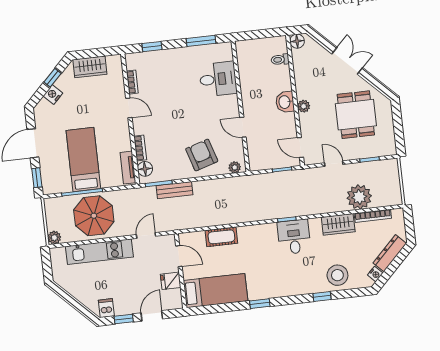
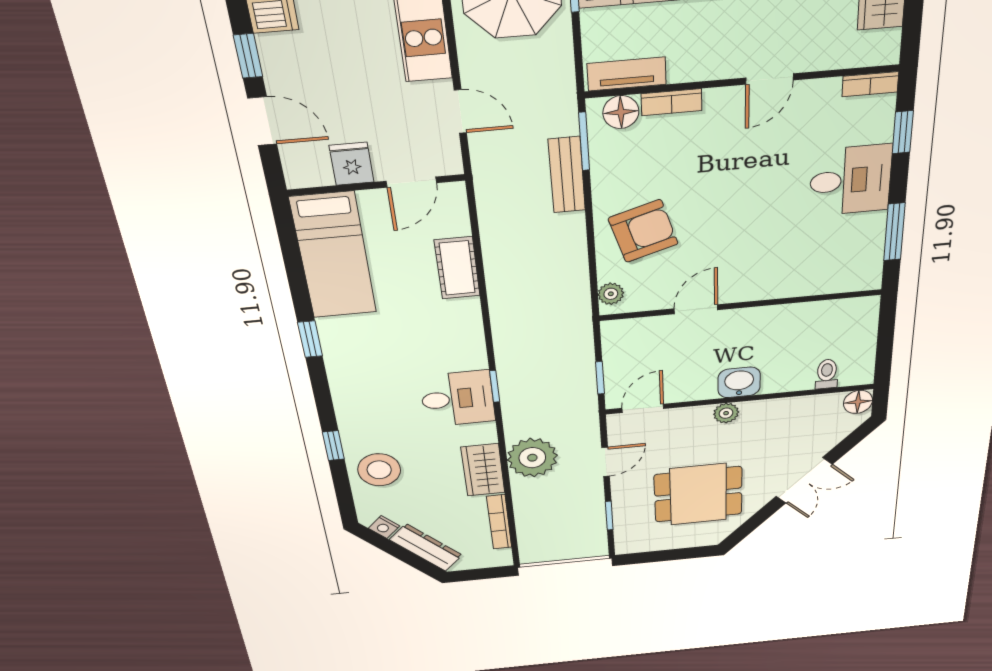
desk: (218, 79) -> (850, 180), moved, turned -90
bookcase: (132, 82) -> (870, 84), moved
plant: (359, 197) -> (532, 458), moved

